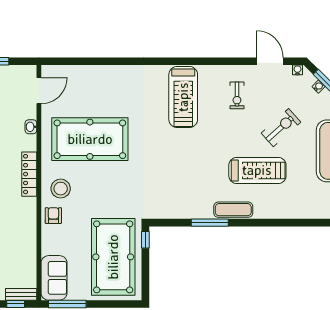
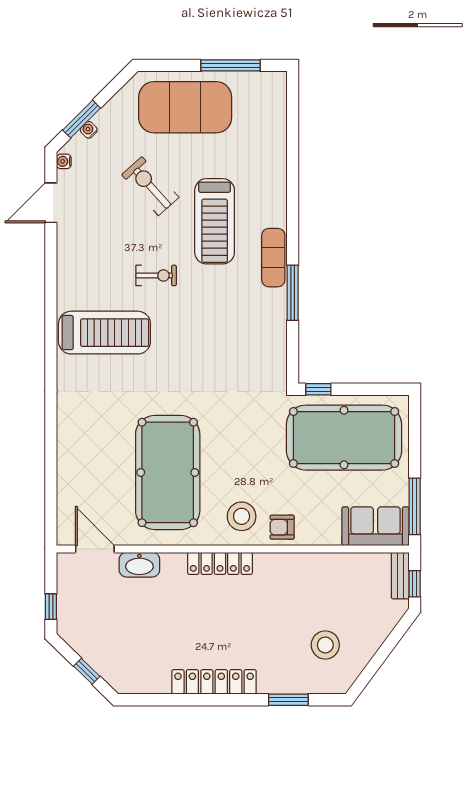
exercise bike: (237, 95) -> (156, 275), moved
washbasin: (31, 127) -> (139, 565), width x1.91, depth x1.45
treadmill: (257, 170) -> (215, 221), turned 180

